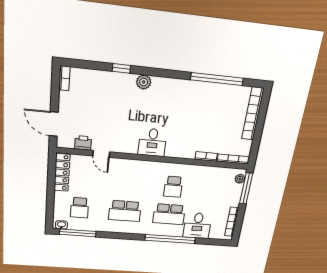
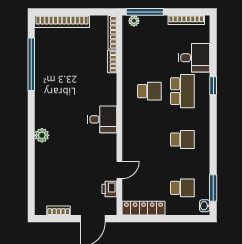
window: (121, 68) -> (31, 158), removed
bookcase: (64, 78) -> (59, 211), moved
school desk: (125, 211) -> (182, 139), width x0.54
window: (78, 233) -> (213, 188), width x0.69
window: (170, 239) -> (213, 86), width x0.32

